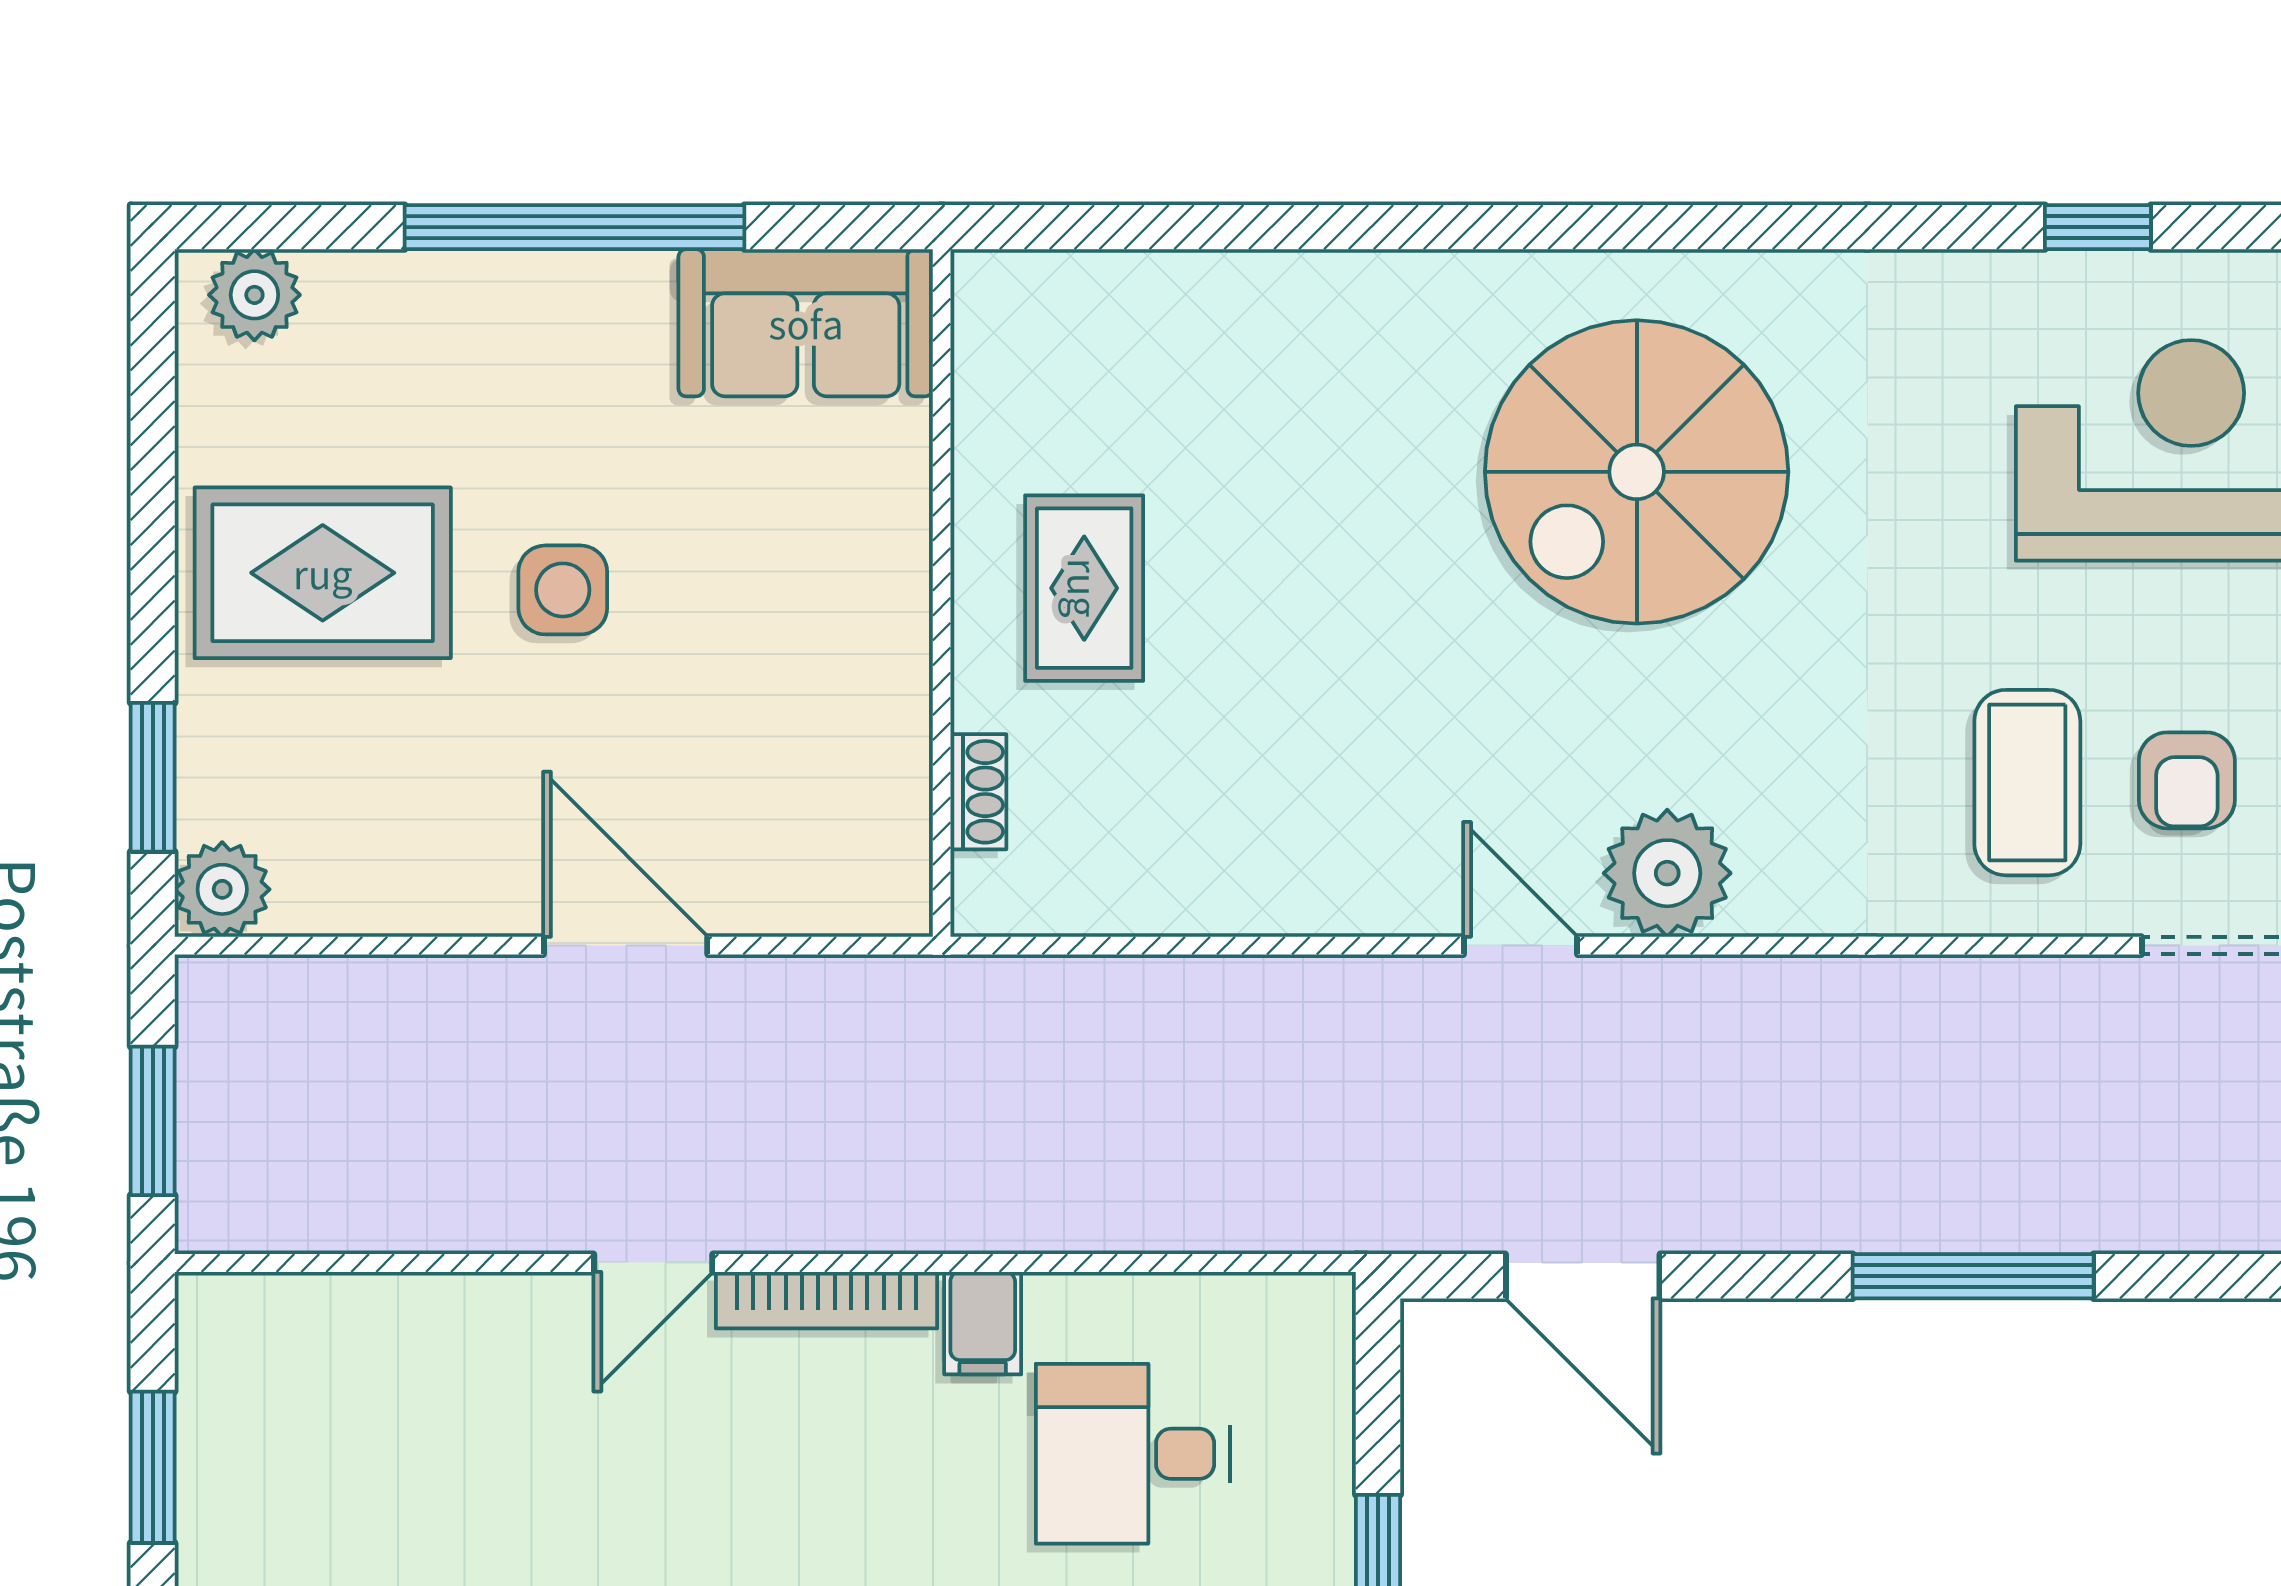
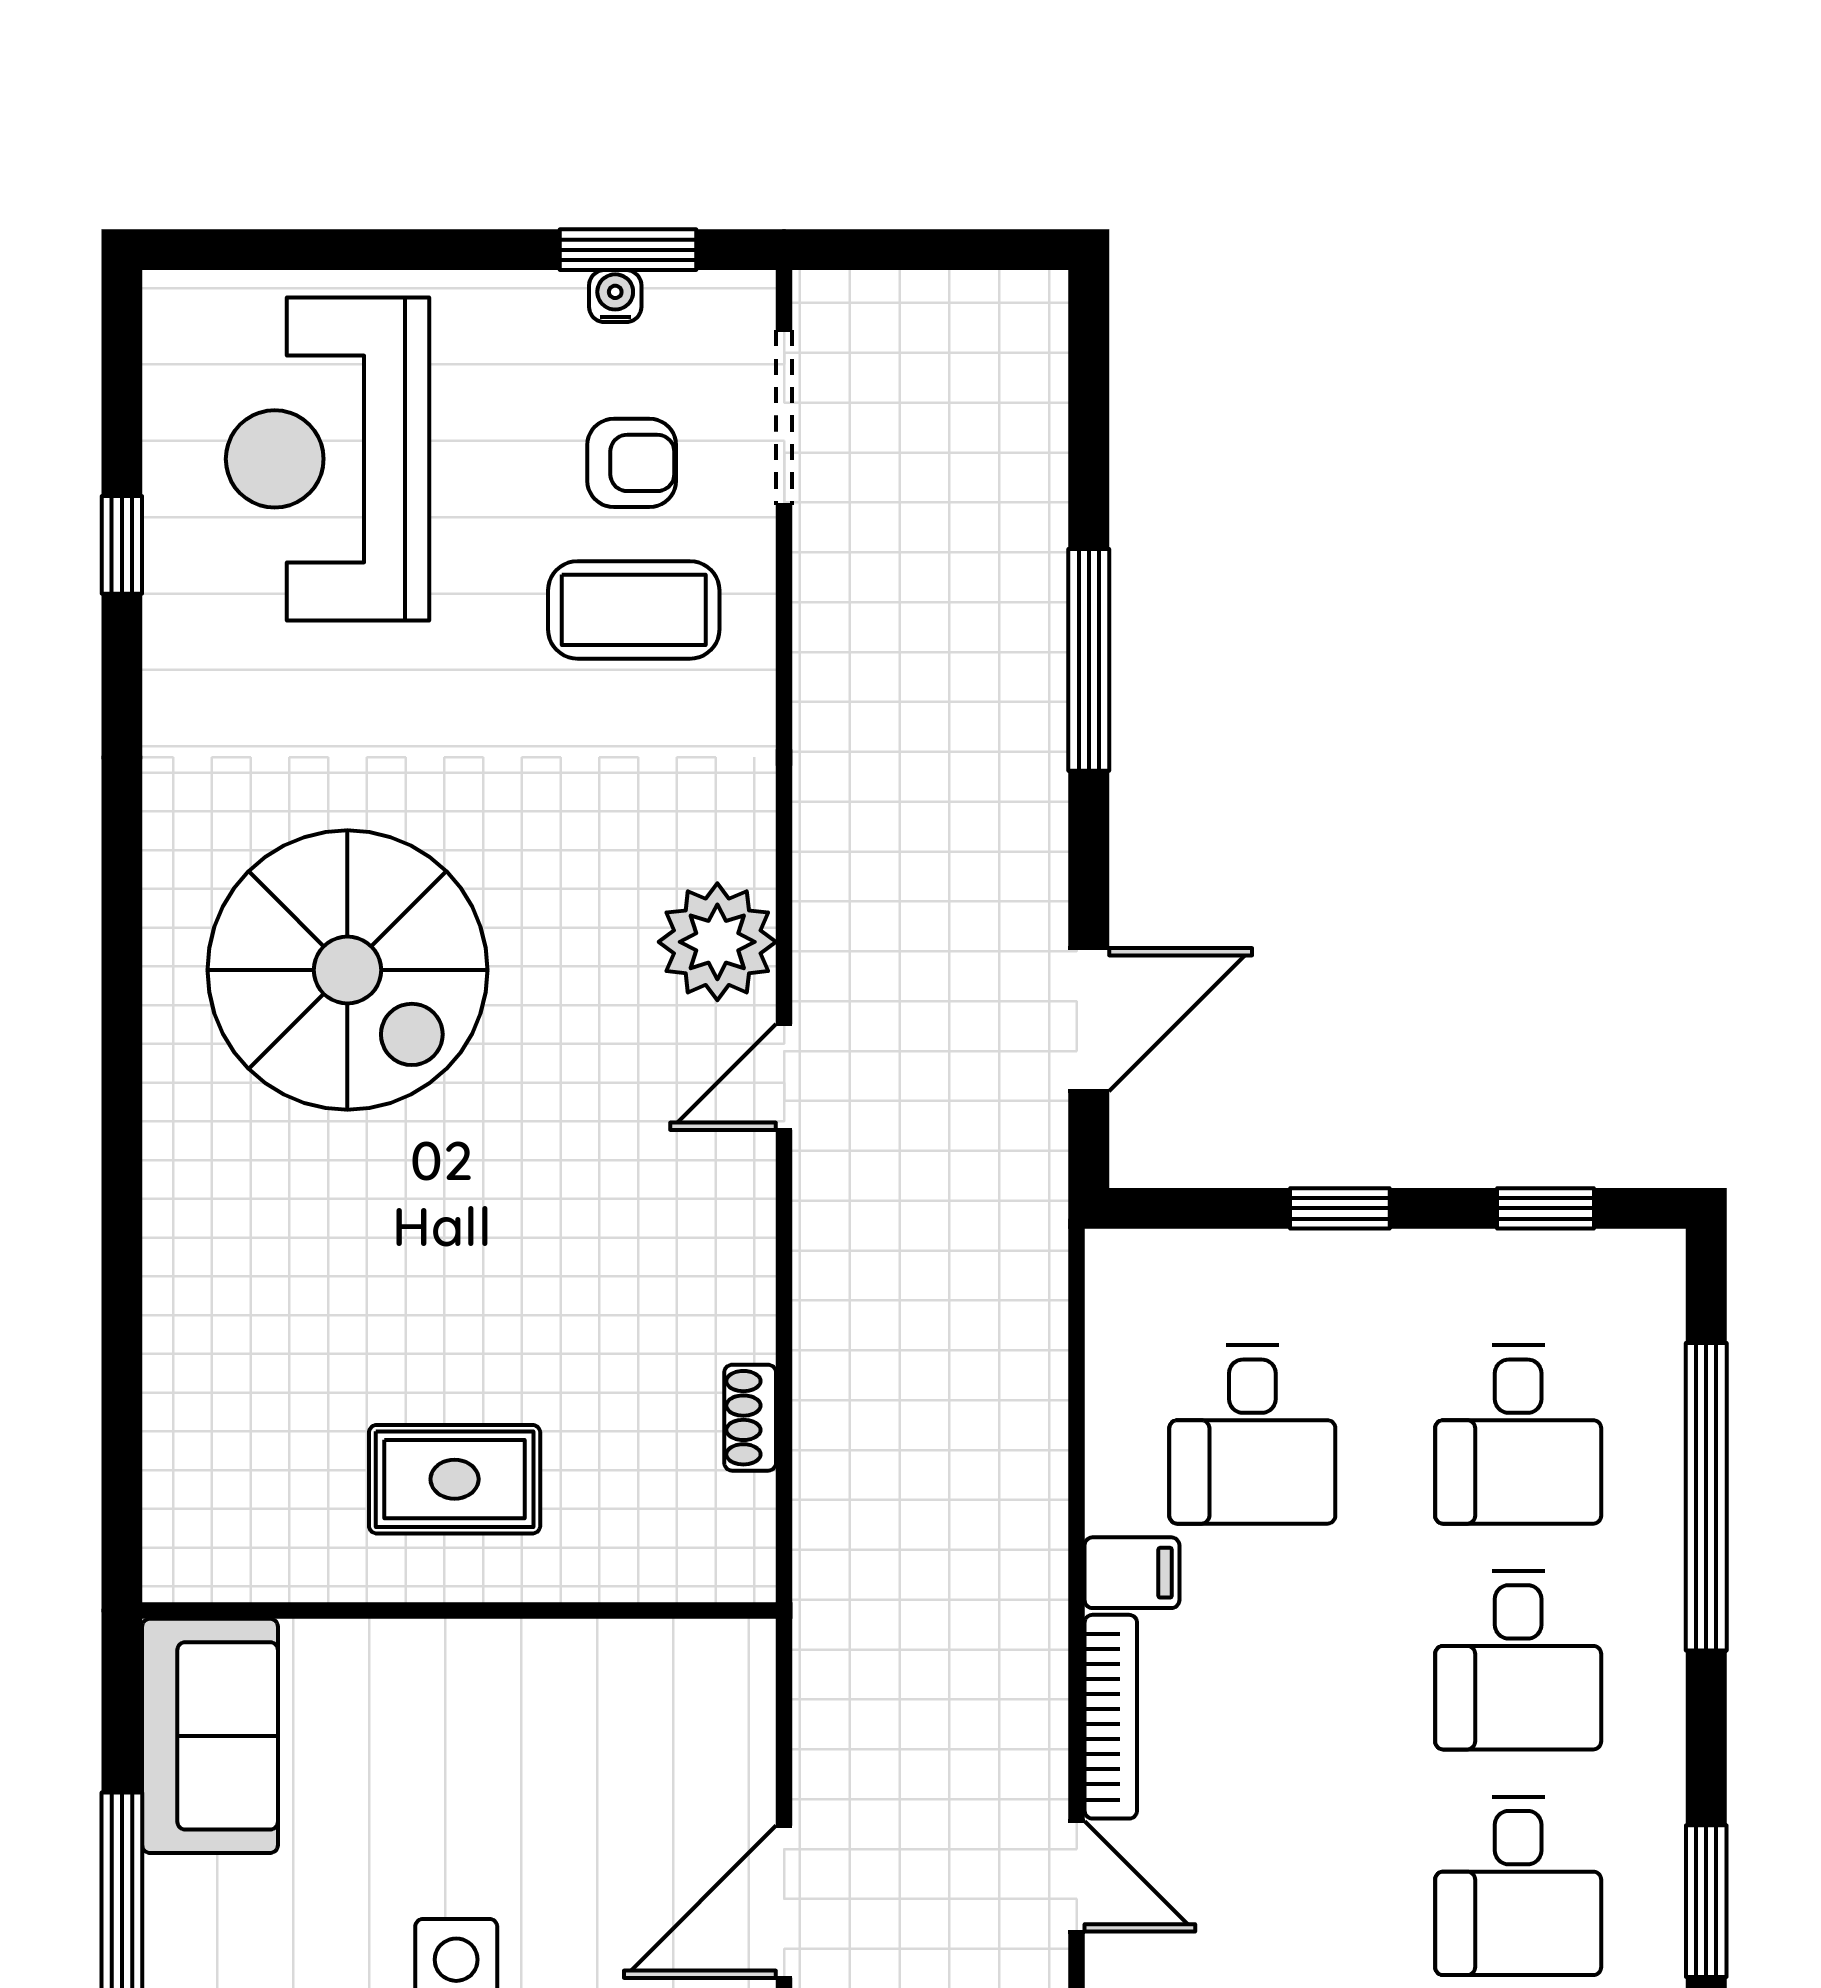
shoe rack: (978, 792) -> (750, 1418), moved, turned -90

